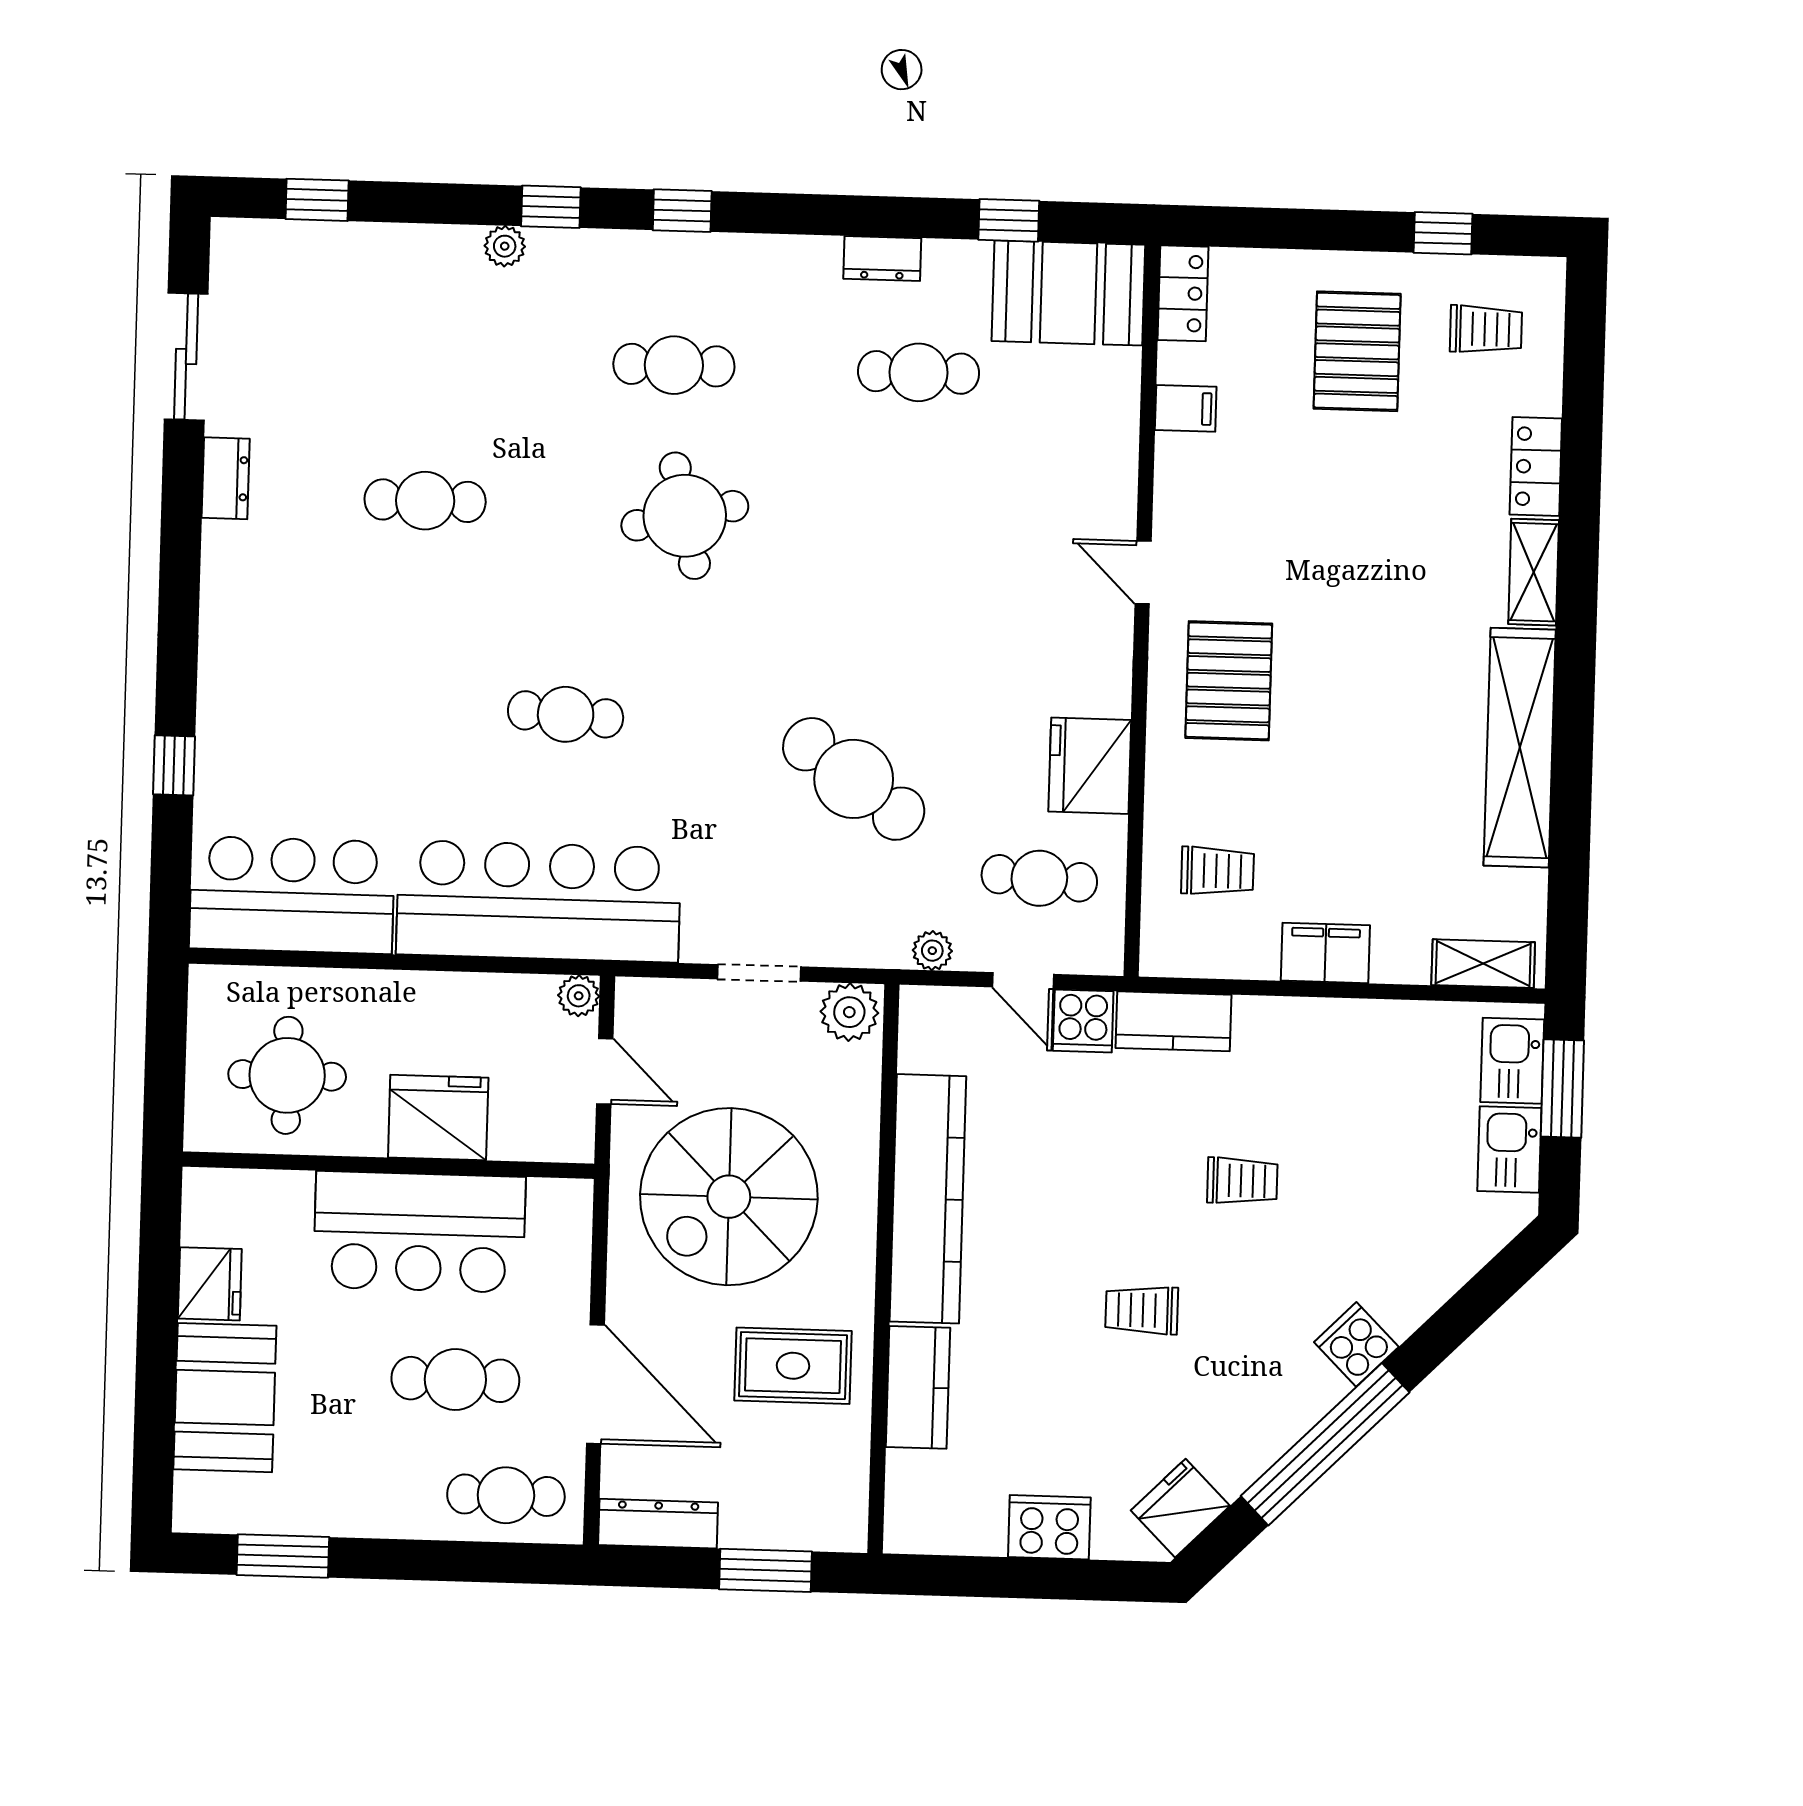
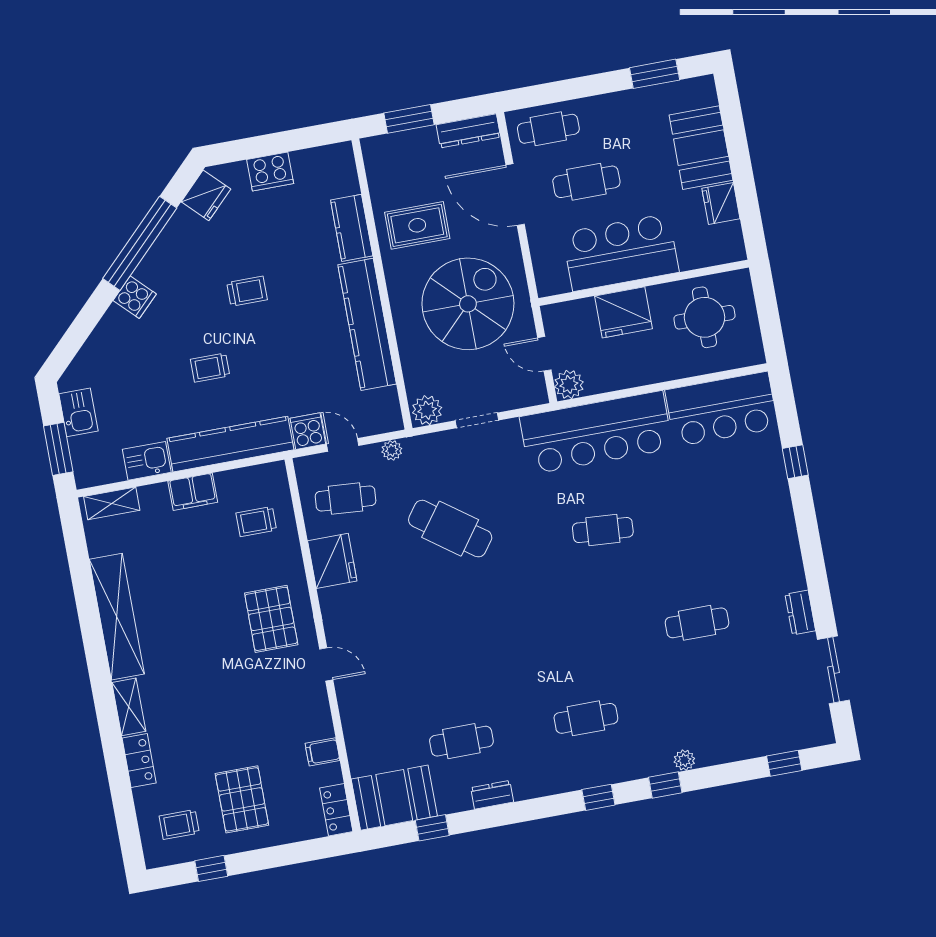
round table: (685, 516) -> (564, 643), removed
plant: (579, 996) -> (569, 384), width x1.38, depth x1.38
kitchen counter: (1173, 1021) -> (230, 444), width x2.08, depth x1.17
kitchen sink: (1512, 1061) -> (147, 461), moved, turned -90

